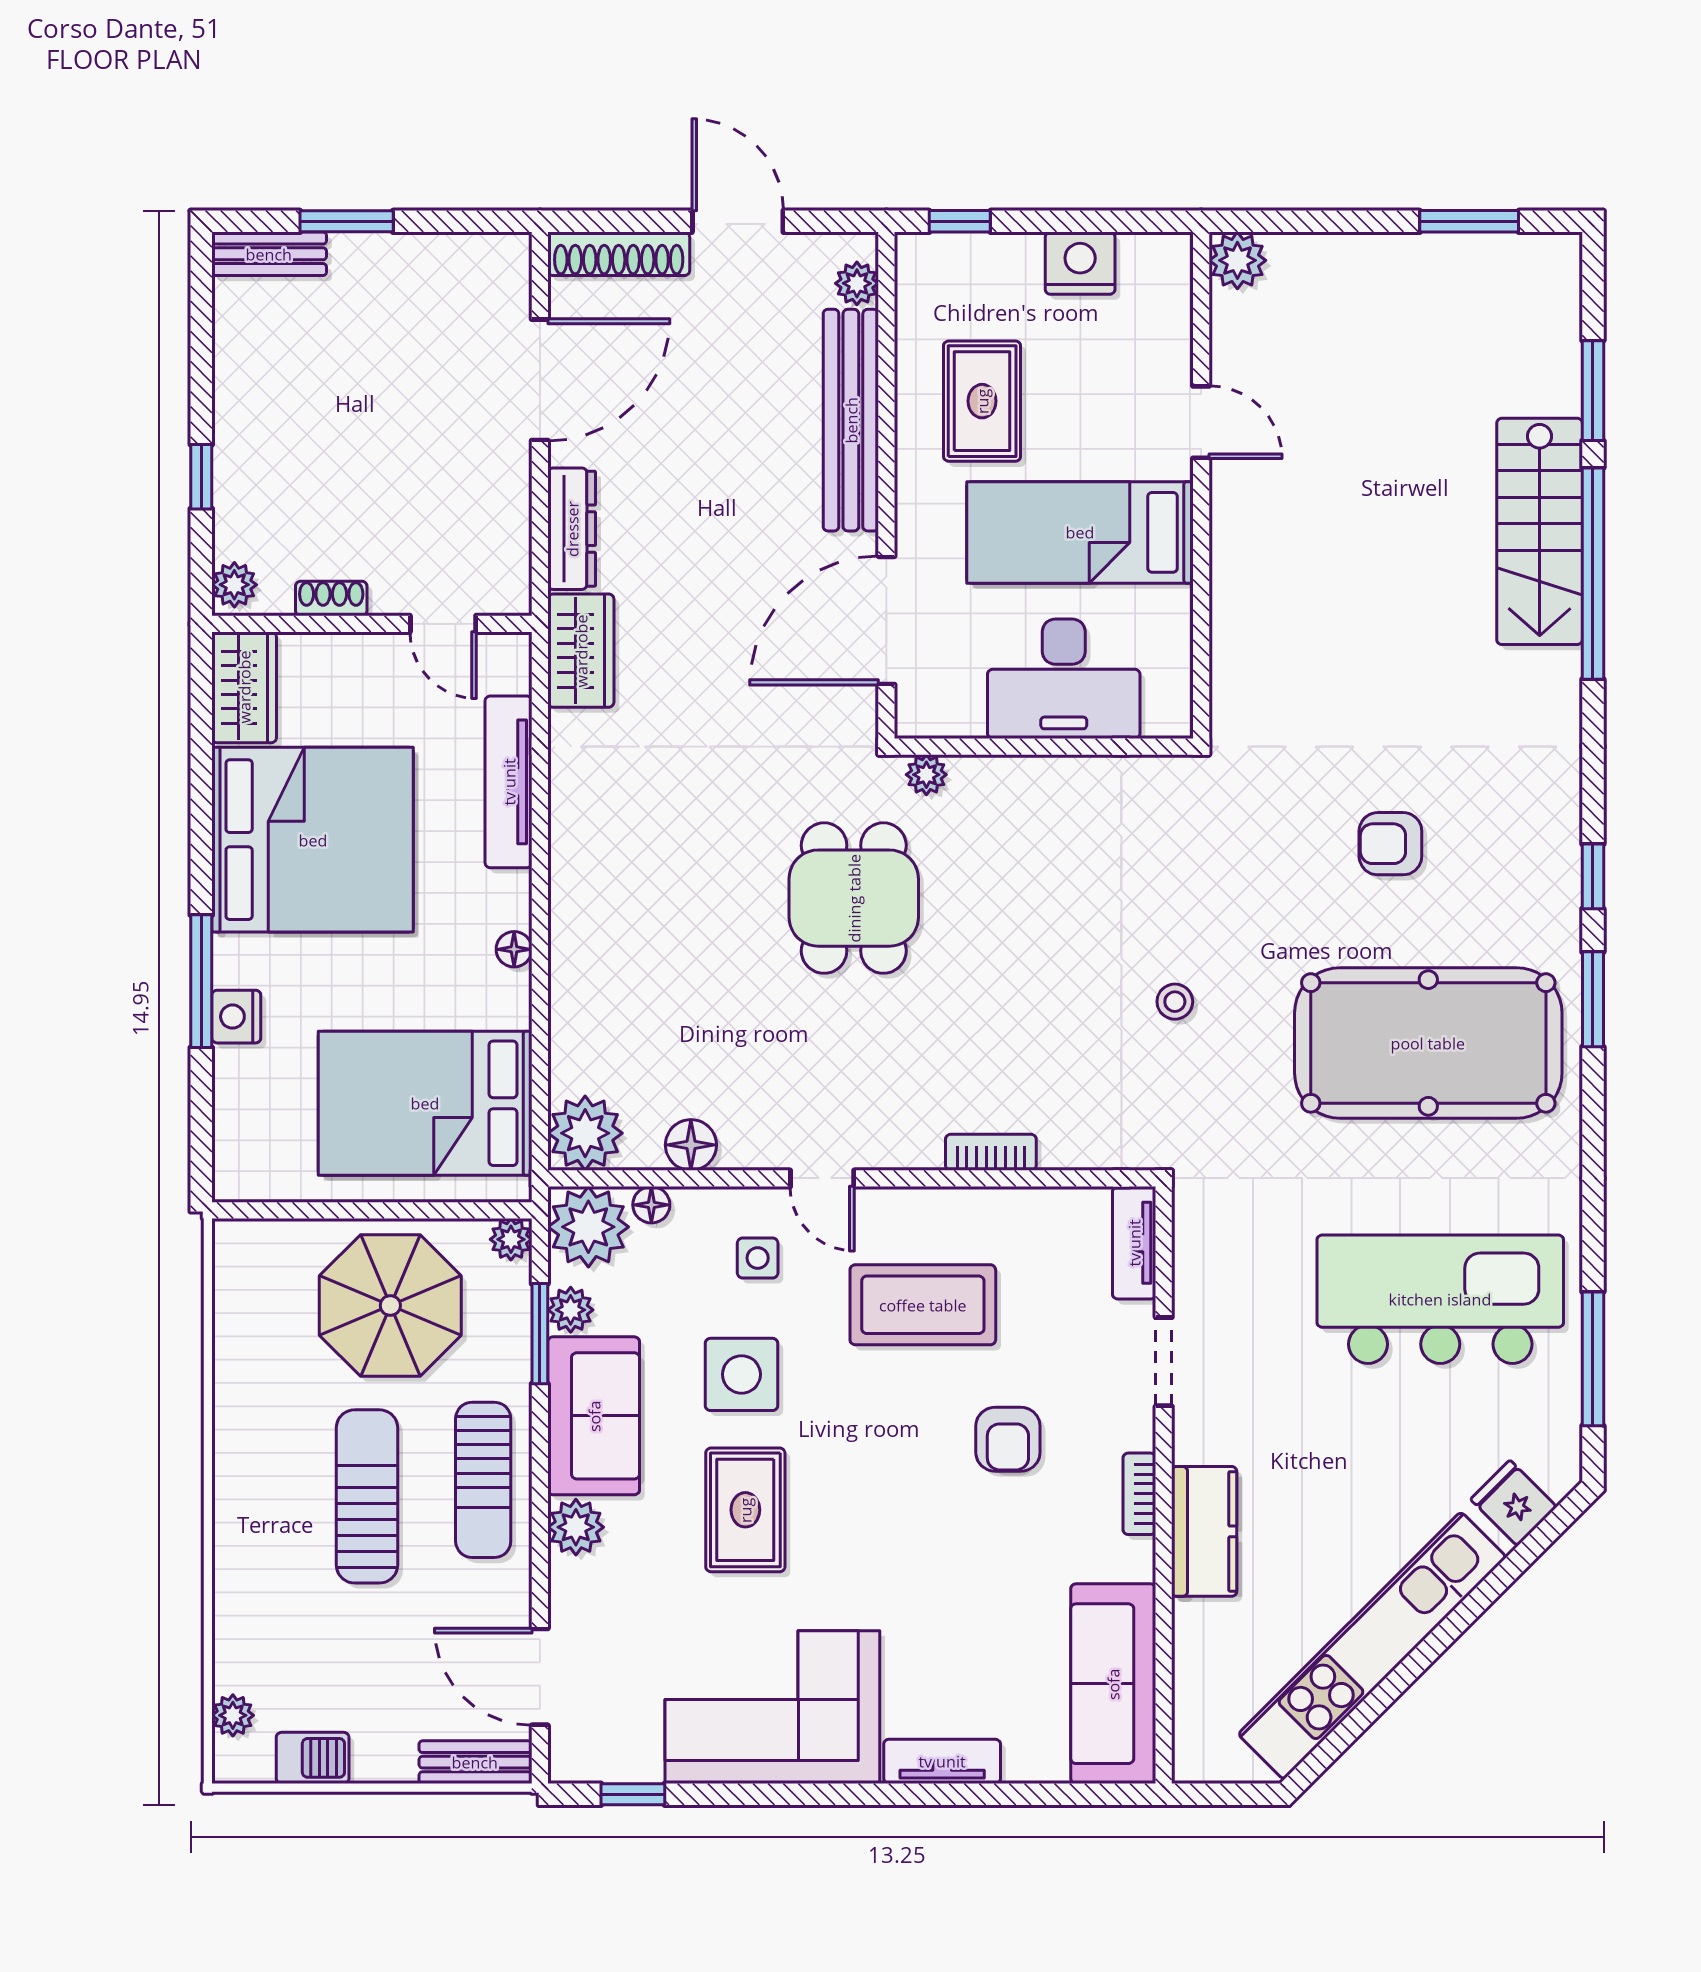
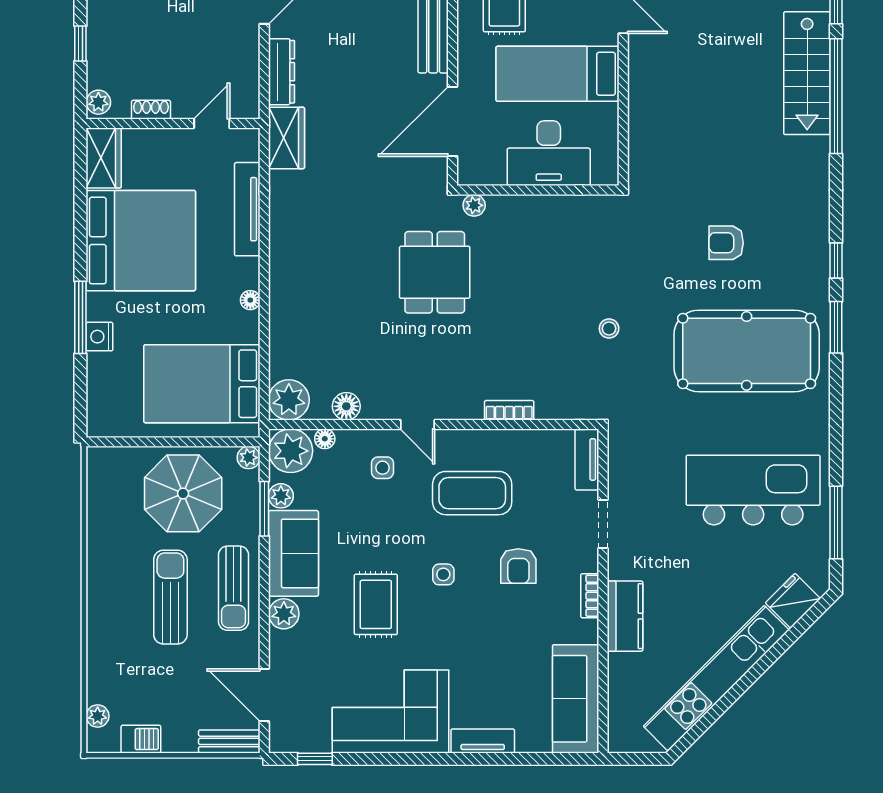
door: (443, 624) -> (212, 123), swing flipped
side table: (741, 1374) -> (443, 574), moved, width x0.54, depth x0.54
fridge: (1514, 1503) -> (793, 601), width x1.38

